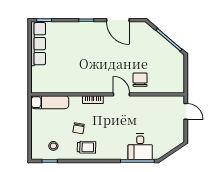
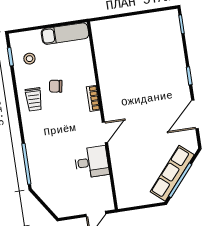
row of seats: (38, 44) -> (172, 173), moved, turned 130
chair: (140, 80) -> (126, 152), removed
exam couch: (50, 102) -> (65, 34), moved, turned -90
desk: (140, 147) -> (92, 162), moved, turned 180

